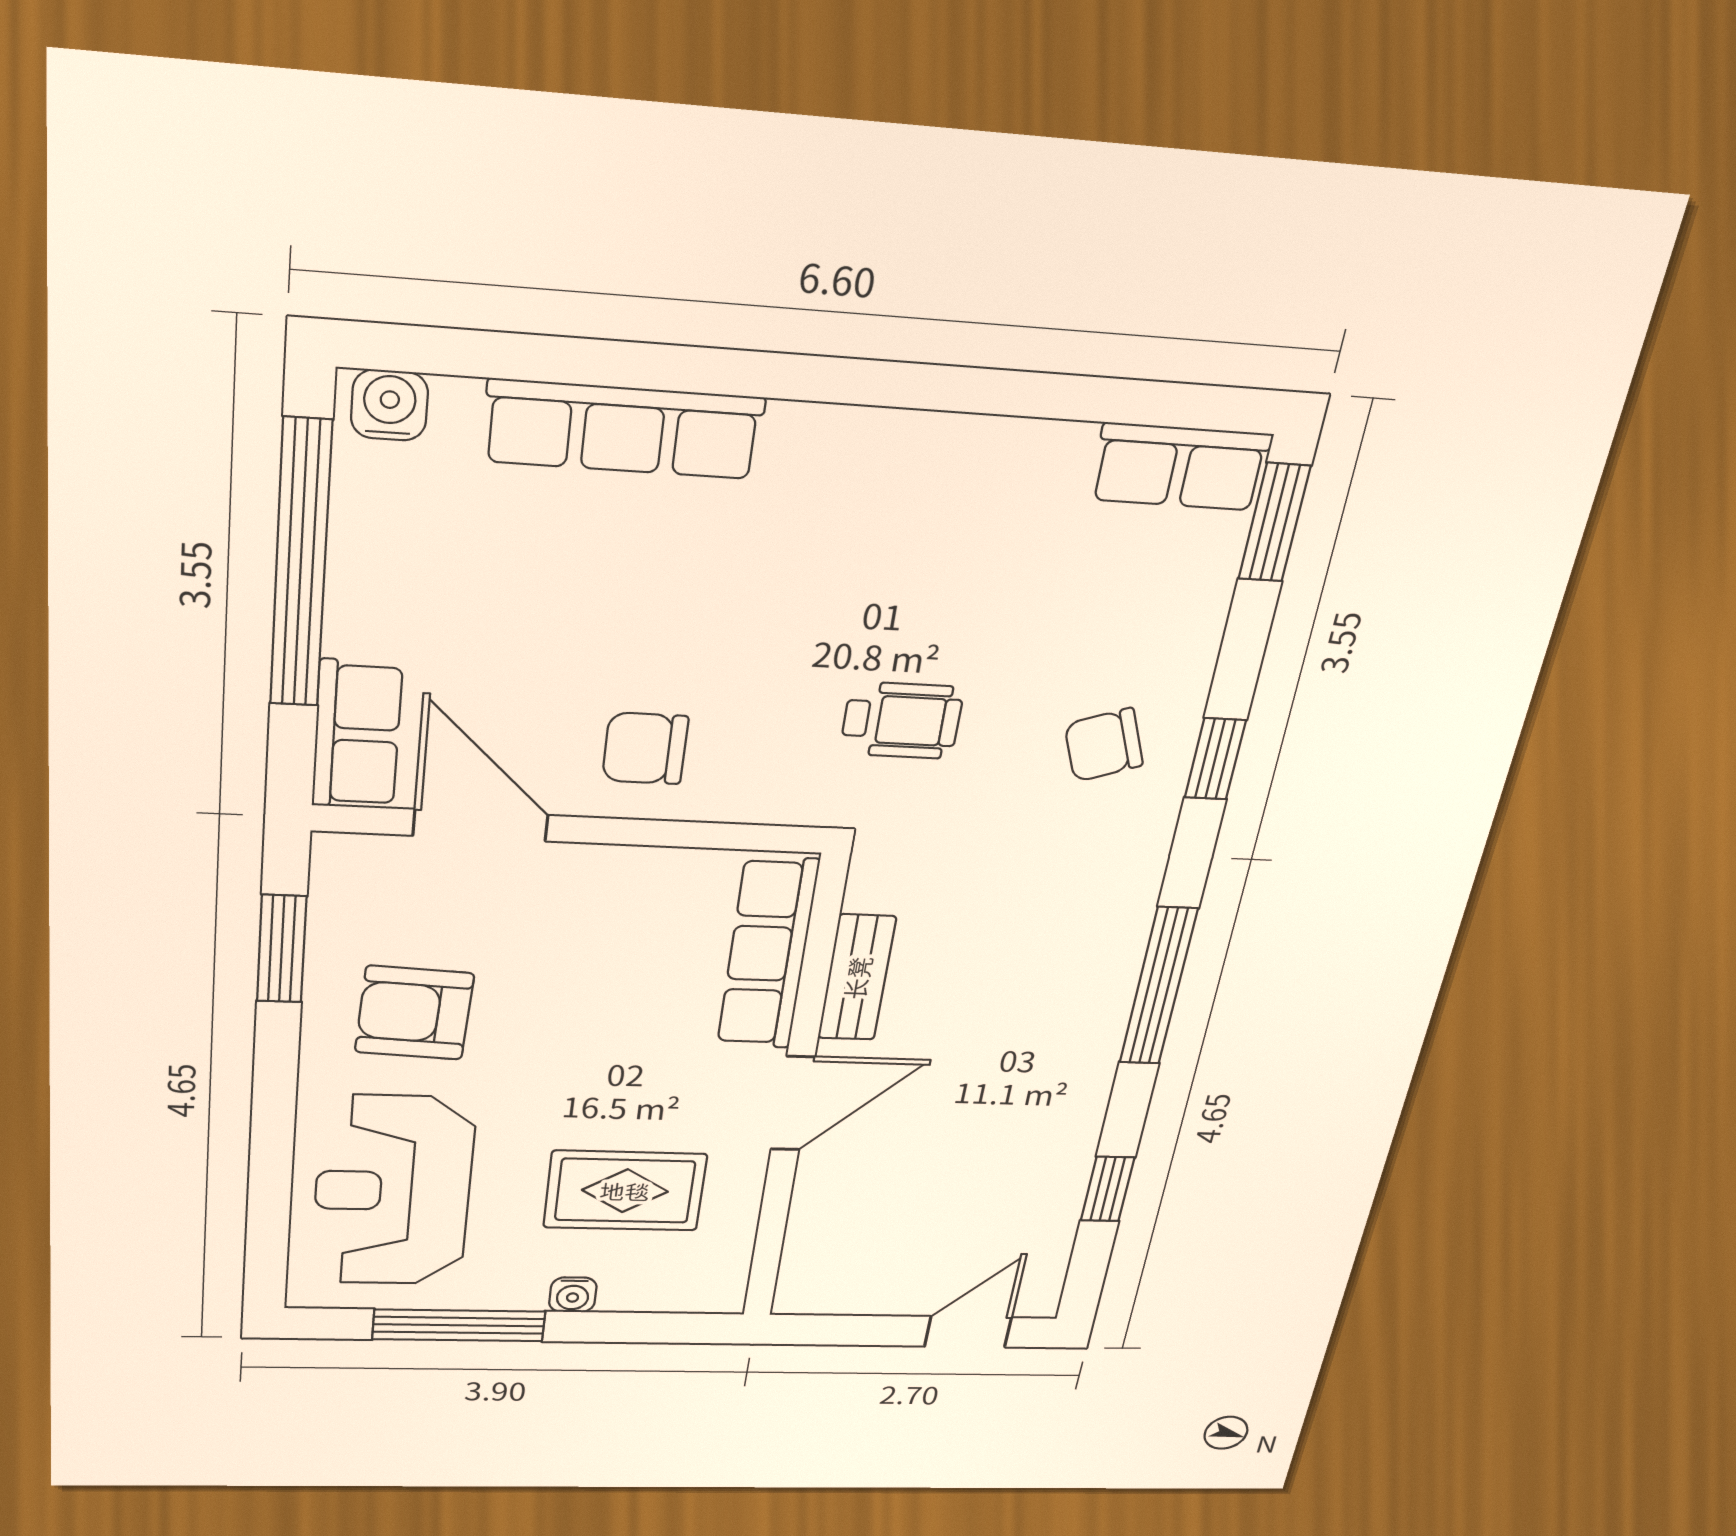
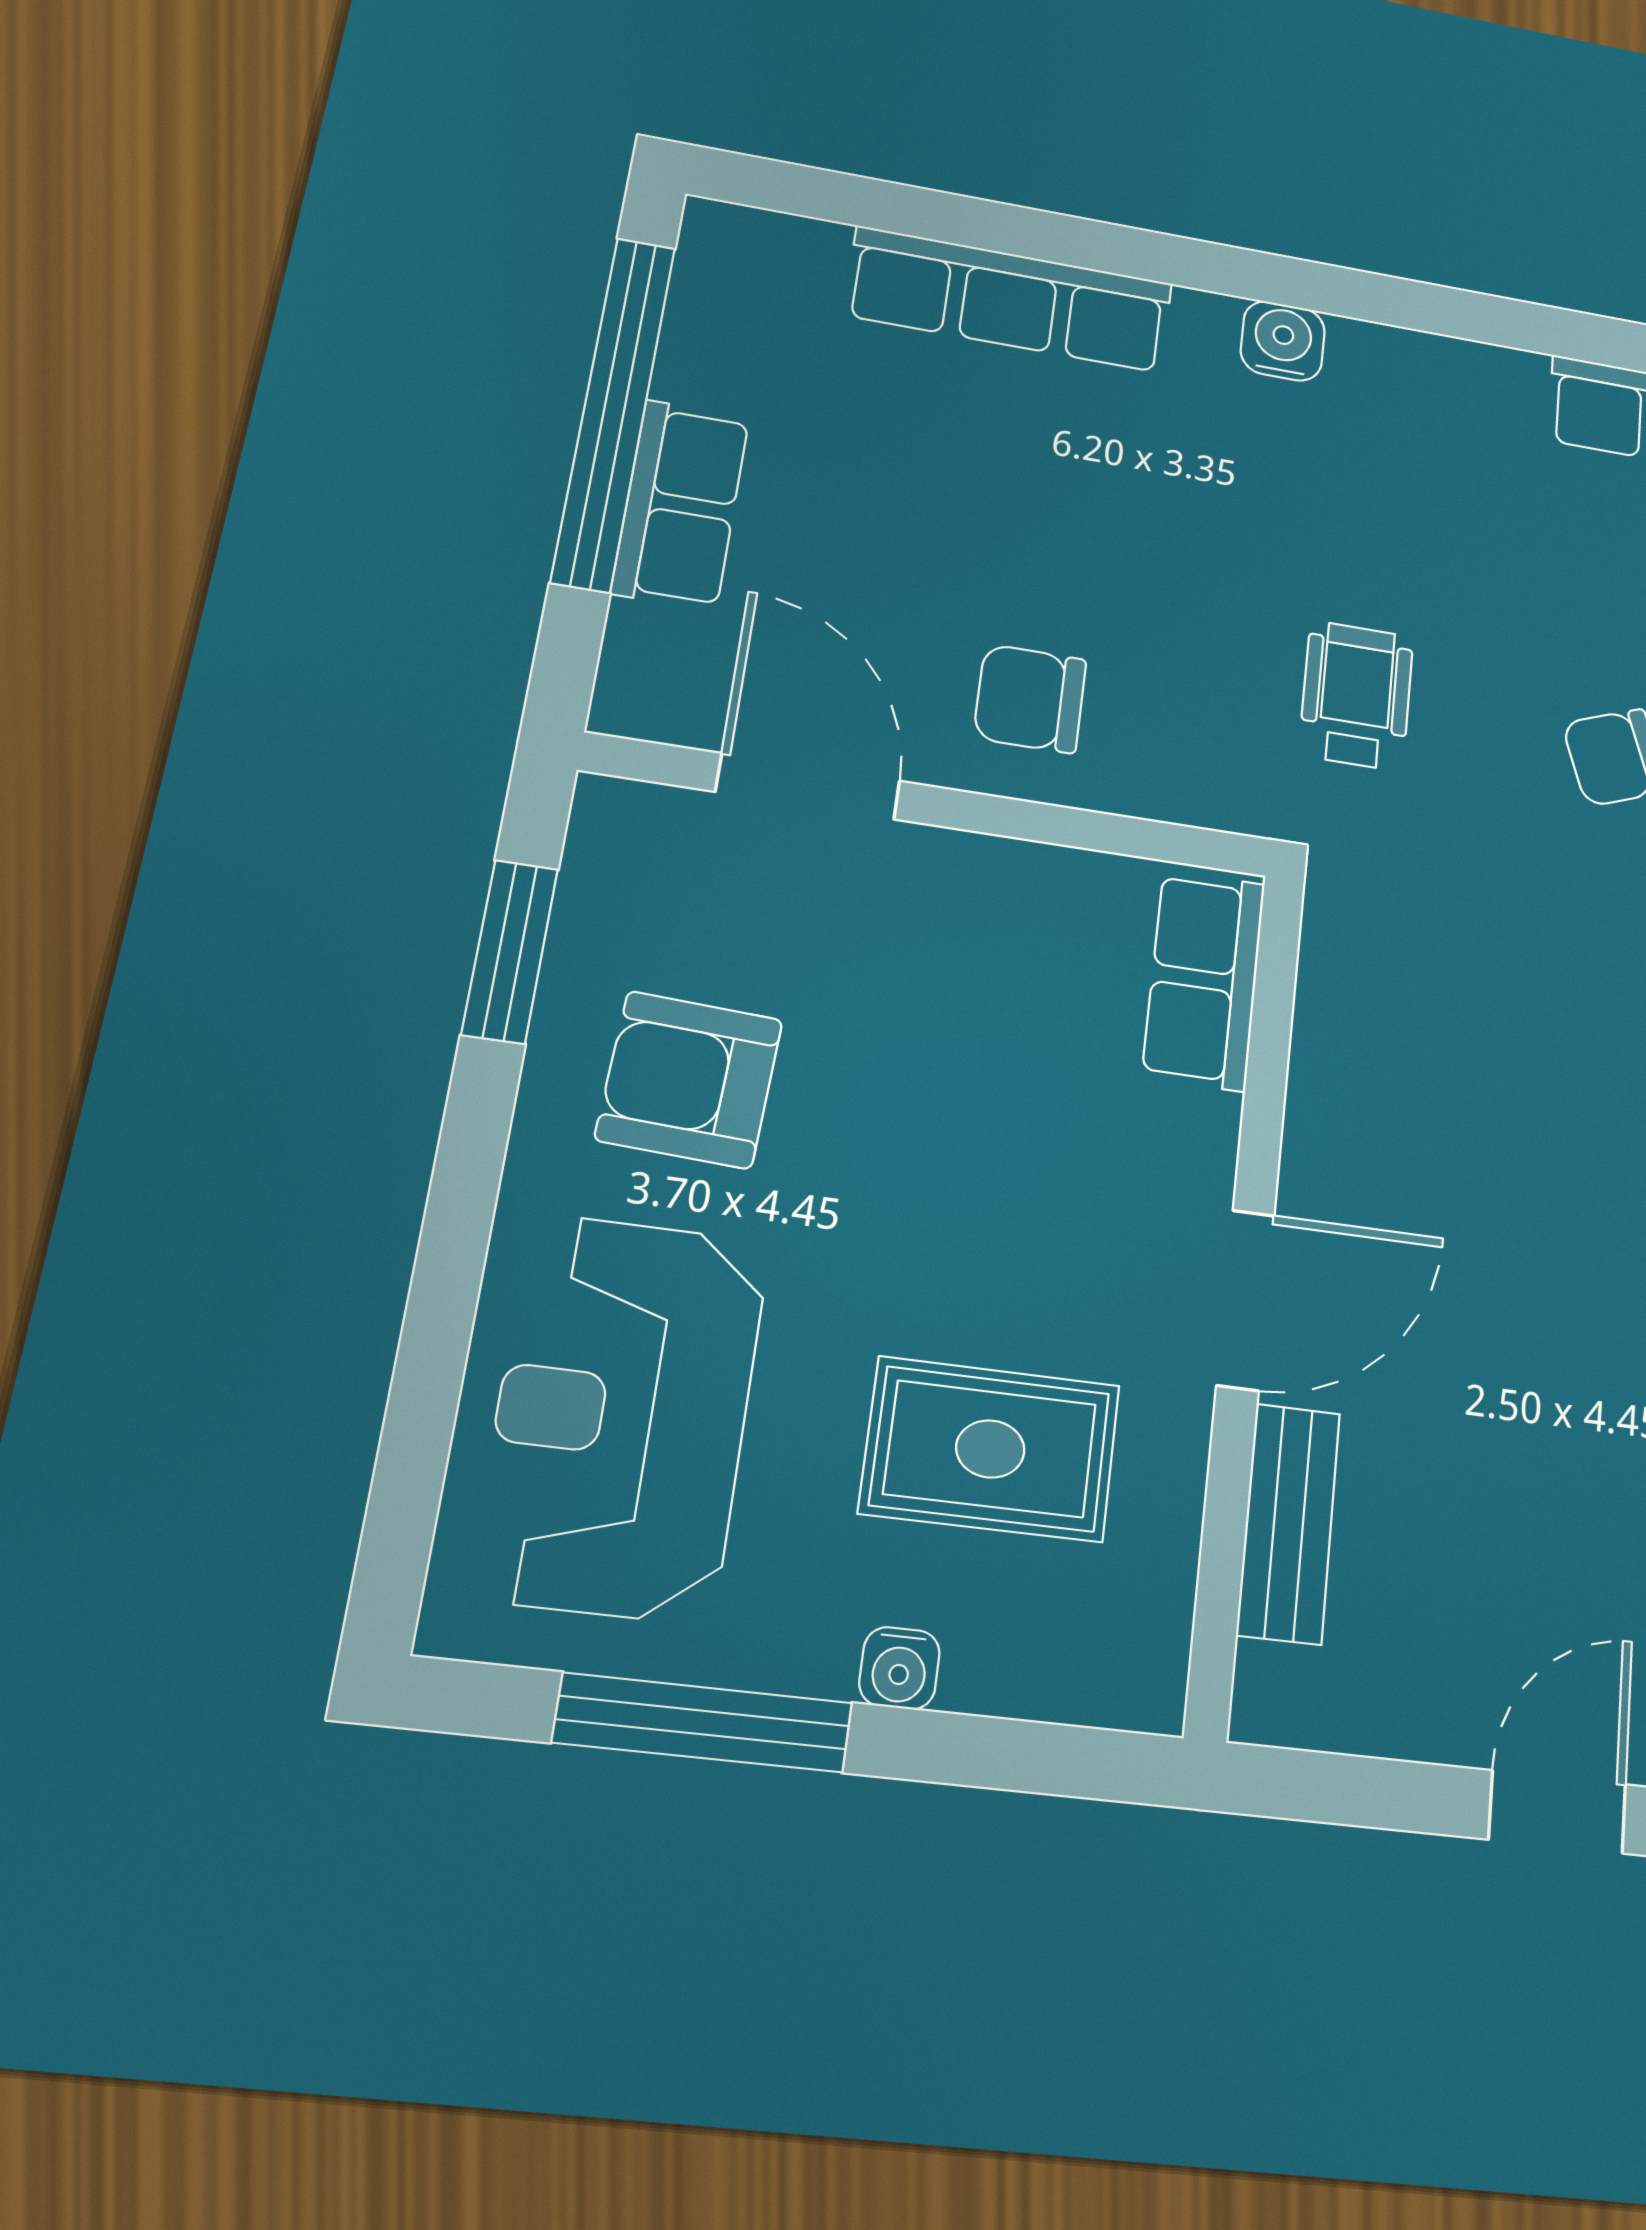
water cooler: (389, 405) -> (1283, 341), moved
wheelchair: (902, 720) -> (1356, 695), turned -90
row of seats: (357, 735) -> (681, 505), moved
row of seats: (768, 954) -> (1204, 980), width x0.68
bench: (857, 978) -> (1289, 1523), moved

